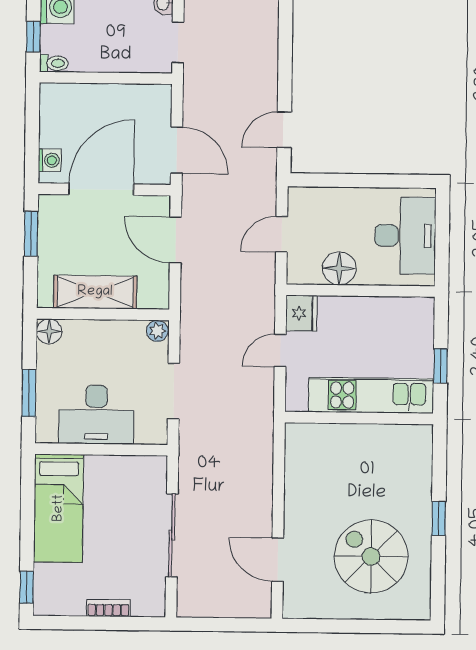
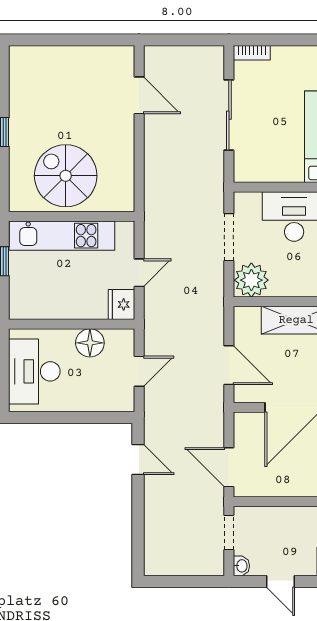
door: (284, 130) -> (138, 460), hinge flipped
door: (177, 150) -> (229, 467), moved
plant: (157, 331) -> (251, 280), width x1.87, depth x1.87
spiral stairs: (371, 556) -> (66, 176), moved, turned 180
bookcase: (108, 608) -> (252, 53), moved

